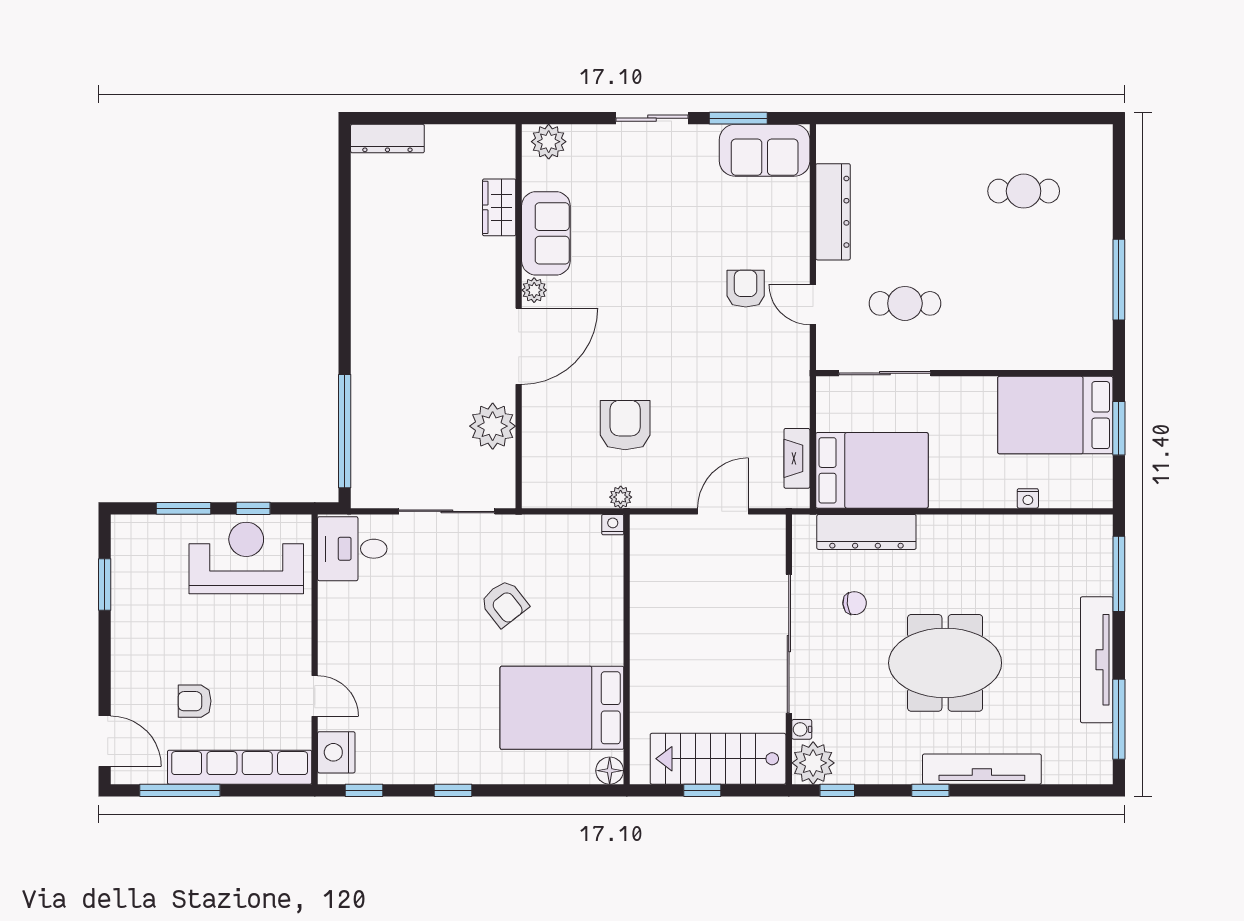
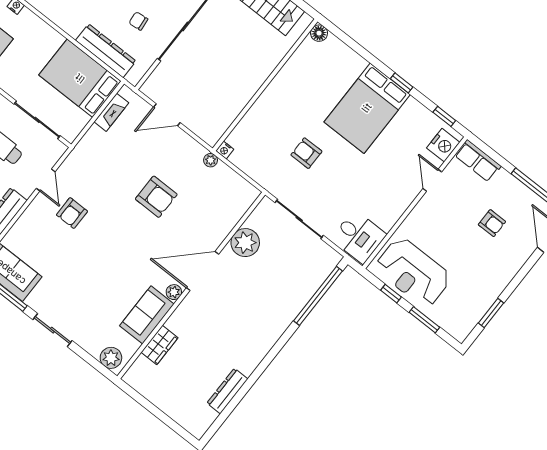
dresser: (387, 139) -> (227, 391), moved, turned -90
armchair: (625, 425) -> (156, 197), moved, turned -90
armchair: (504, 603) -> (306, 153), turned -52
bed: (562, 708) -> (367, 108), moved, turned 90
row of seats: (240, 767) -> (478, 161), width x0.50

